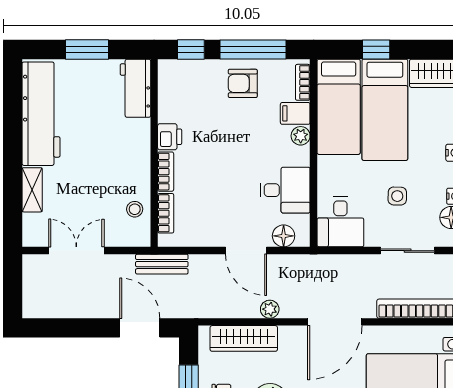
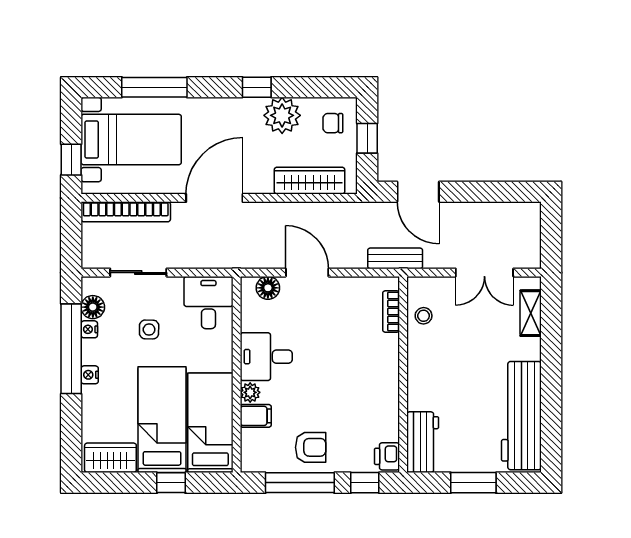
bookcase: (303, 82) -> (248, 448), removed
printer: (170, 137) -> (387, 456), moved
bookcase: (166, 172) -> (391, 355), removed
shelving: (32, 190) -> (531, 313), moved
desk: (285, 190) -> (266, 357), moved
plant: (270, 309) -> (282, 211), removed

